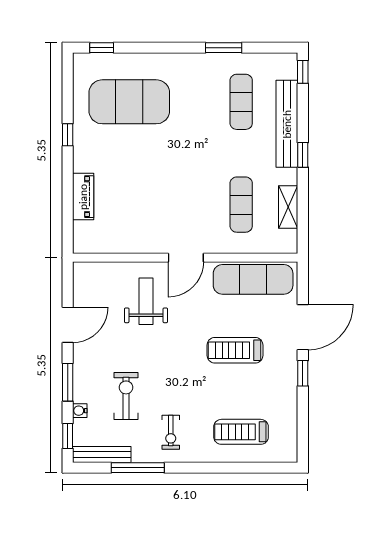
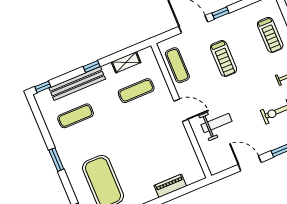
window: (224, 48) -> (56, 160), moved
exercise mat: (253, 279) -> (177, 65), width x0.73, depth x0.69
weight bench: (146, 301) -> (216, 123), turned 180

